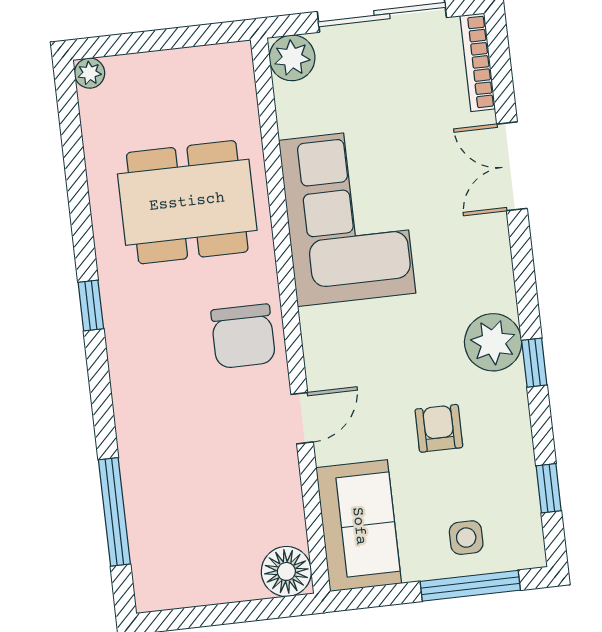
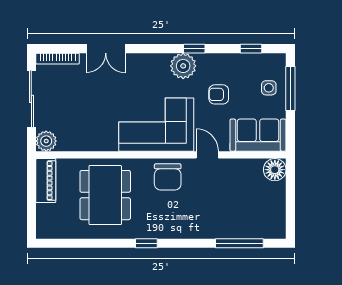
piano: (204, 67) -> (46, 181), added
plant: (90, 73) -> (43, 232), removed
corner sofa: (347, 217) -> (156, 125), moved
chair: (243, 336) -> (168, 177), turned 90

